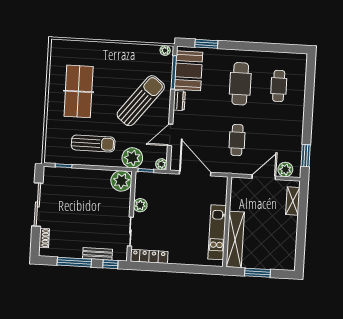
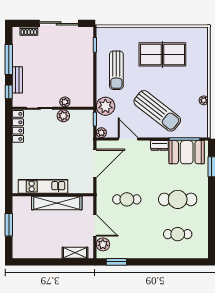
plant: (165, 50) -> (204, 100), moved
plant: (121, 181) -> (65, 102), moved, width x0.53, depth x0.53
shelving: (235, 239) -> (57, 203), moved

